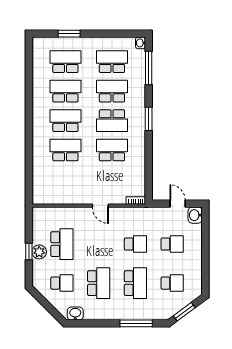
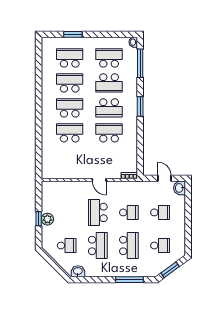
school desk: (112, 91) -> (109, 83), turned 180
school desk: (62, 244) -> (98, 212), moved, turned 180

